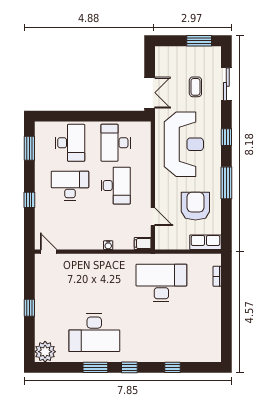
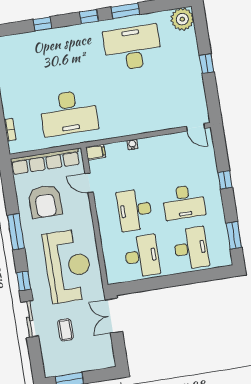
sliding door: (226, 84) -> (30, 319), moved
desk: (70, 143) -> (191, 248), turned 180
reception desk: (184, 144) -> (68, 266), turned 180
row of seats: (205, 242) -> (45, 162), width x2.02

